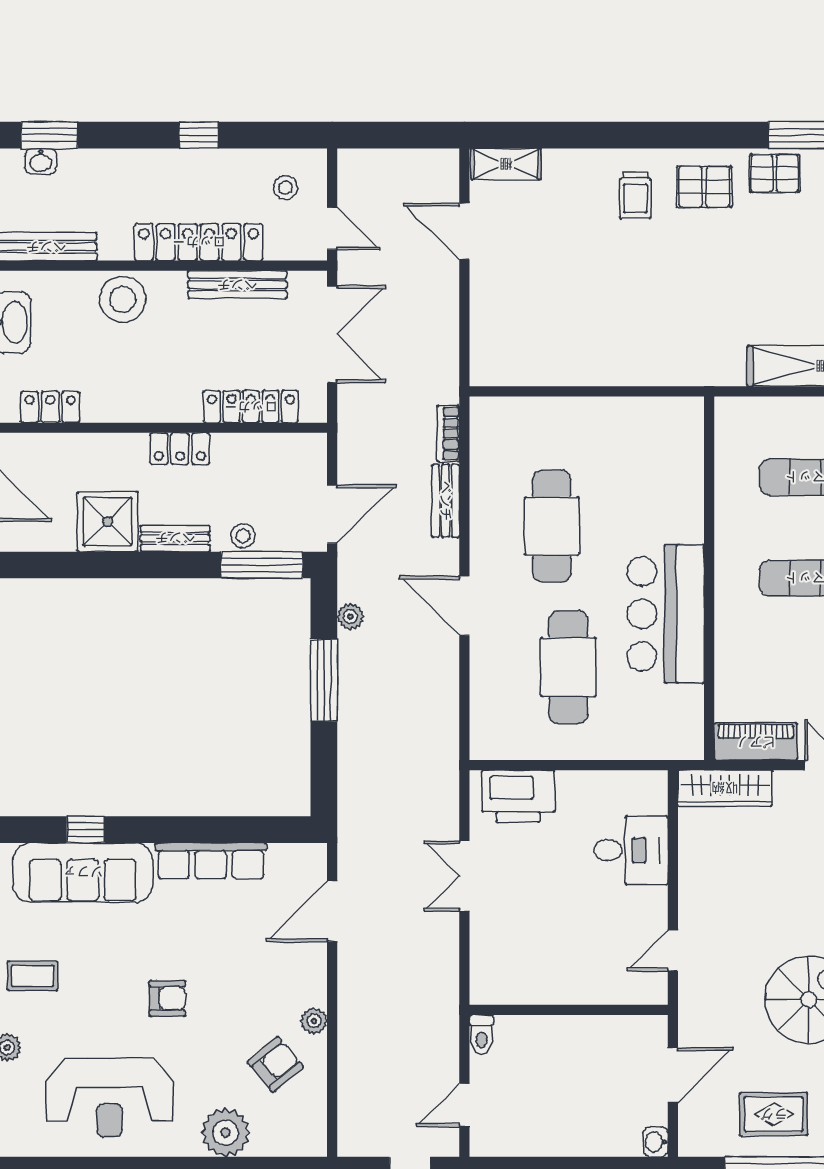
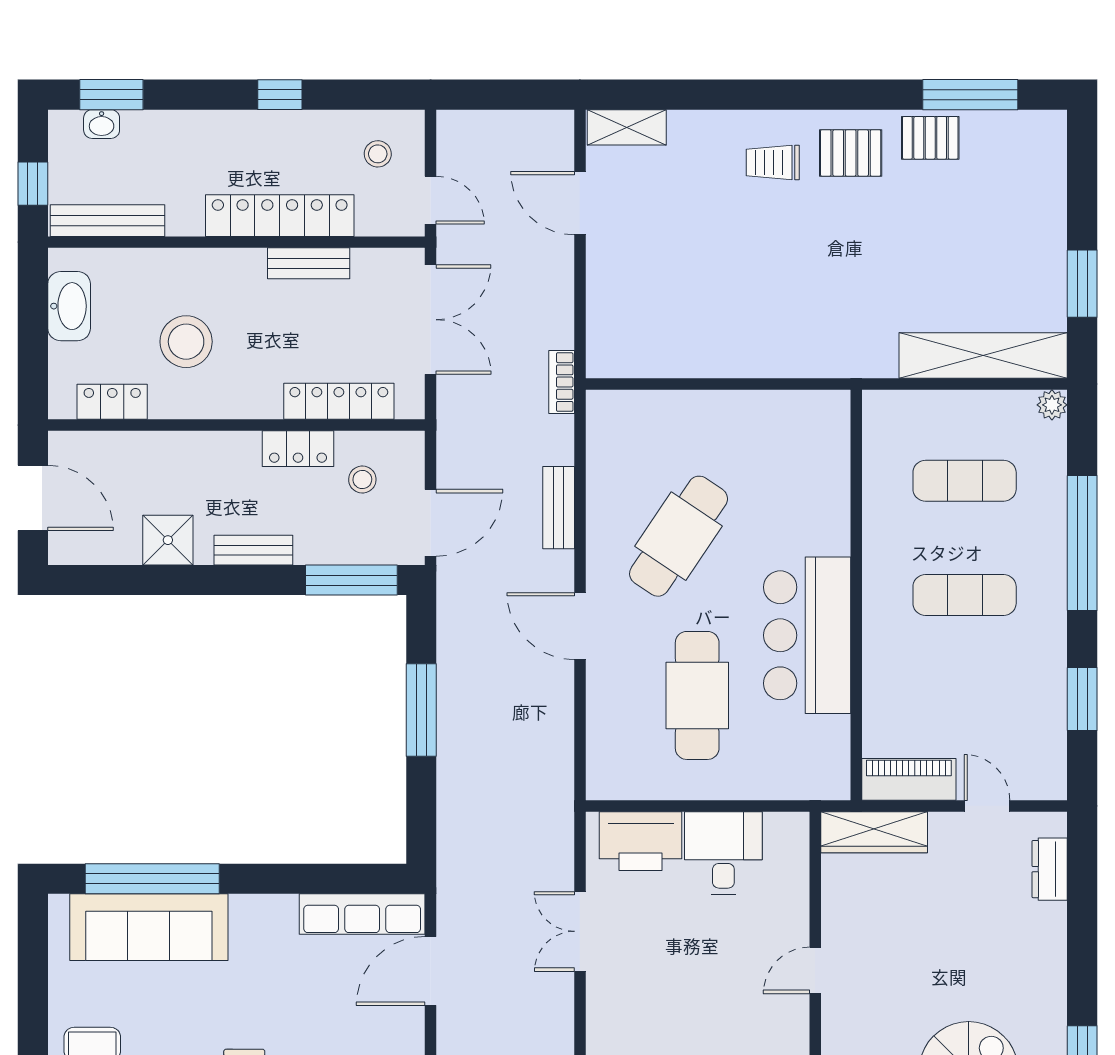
trolley: (635, 195) -> (773, 163), turned 90
bench: (237, 285) -> (309, 263), width x0.73
stool: (123, 299) -> (186, 342), moved
bookcase: (448, 434) -> (562, 382), moved
locker: (180, 449) -> (298, 449), moved
shower: (108, 522) -> (168, 540), width x0.73, depth x0.73
cafe table: (552, 526) -> (679, 536), turned 34
stool: (243, 536) -> (362, 479), moved
plant: (350, 617) -> (451, 638), removed
window: (86, 830) -> (152, 879), width x3.17
desk: (631, 850) -> (723, 853), moved, turned -90
row of seats: (211, 861) -> (362, 914), moved
door: (673, 951) -> (815, 970), moved

